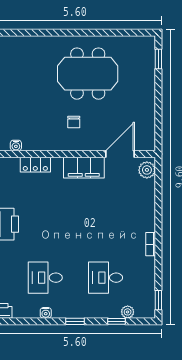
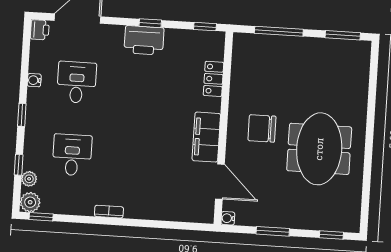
window: (158, 108) -> (273, 231), added
chair: (74, 122) -> (262, 128), width x1.87, depth x1.87
water cooler: (16, 145) -> (228, 218), moved
plant: (147, 170) -> (30, 202), moved

